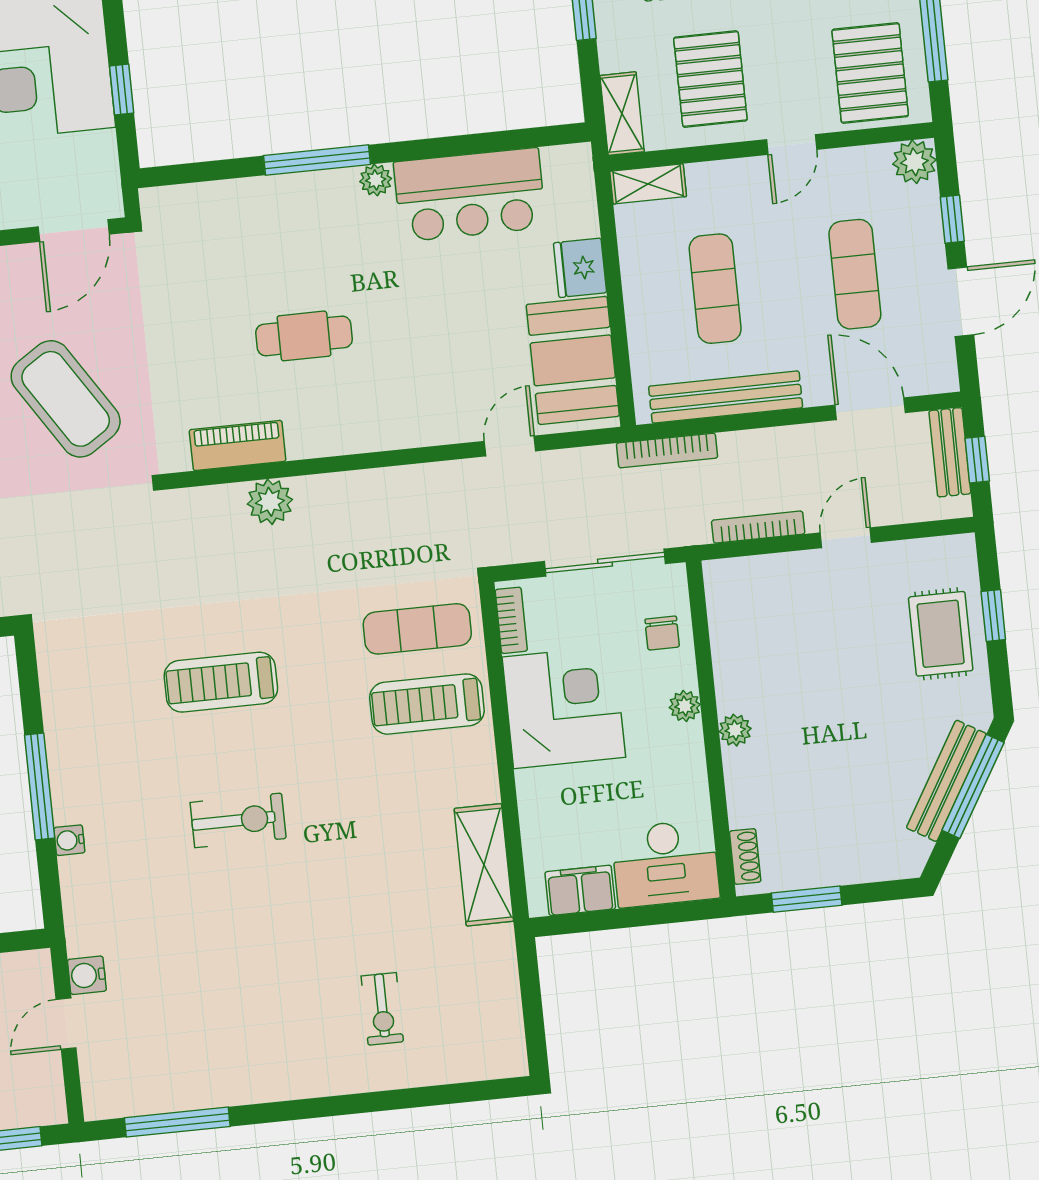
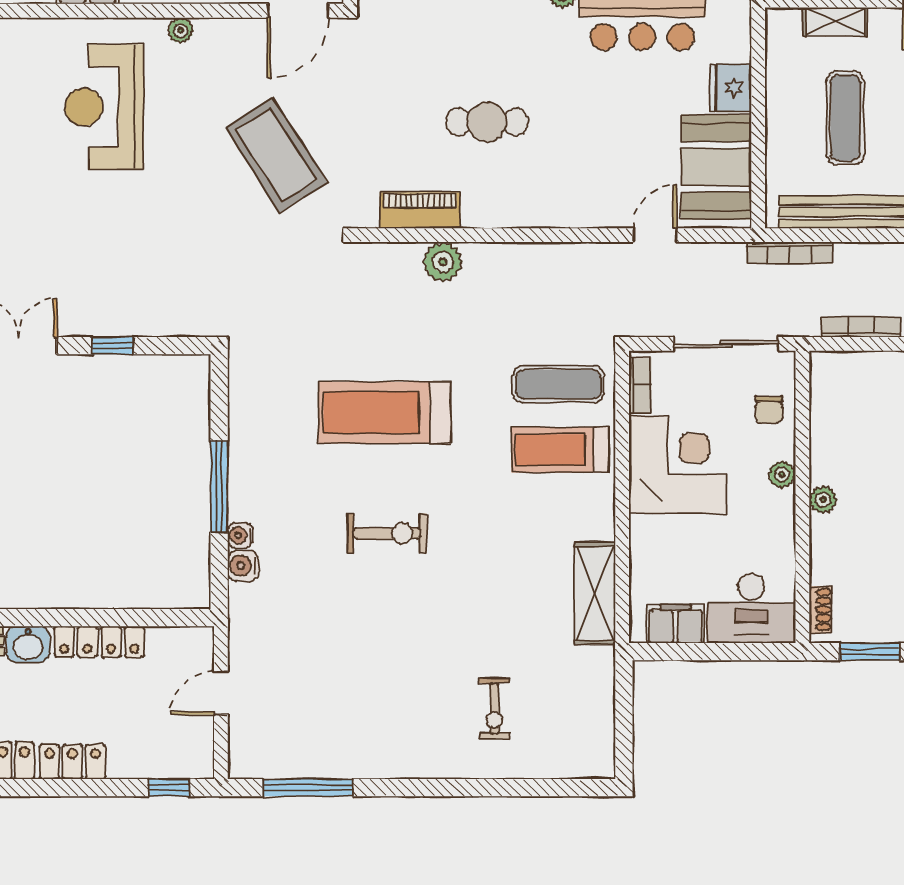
shelving: (648, 184) -> (835, 22), moved
treadmill: (221, 682) -> (385, 413), width x1.37, depth x1.38
water cooler: (87, 975) -> (243, 566), moved

